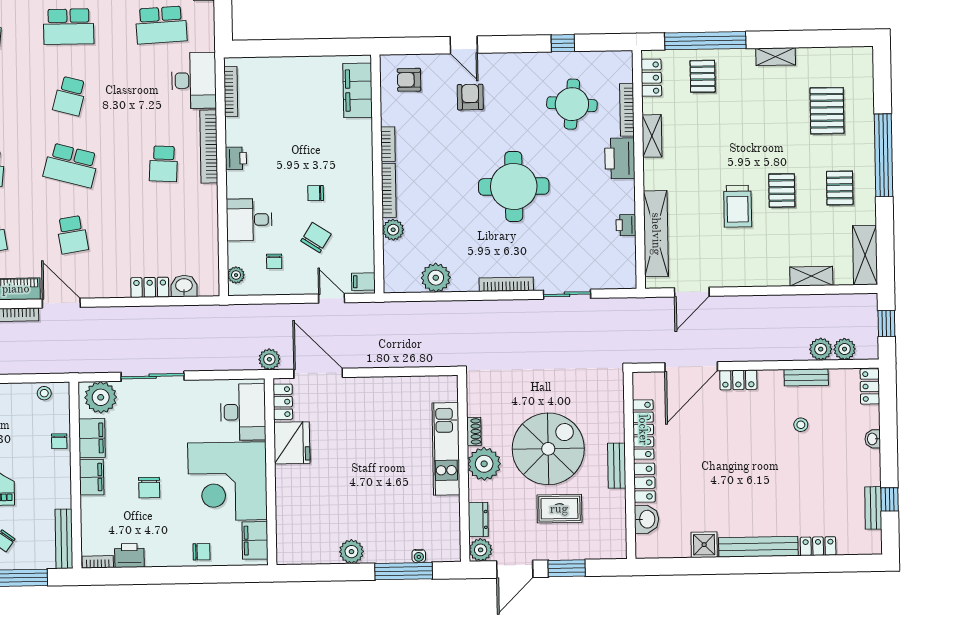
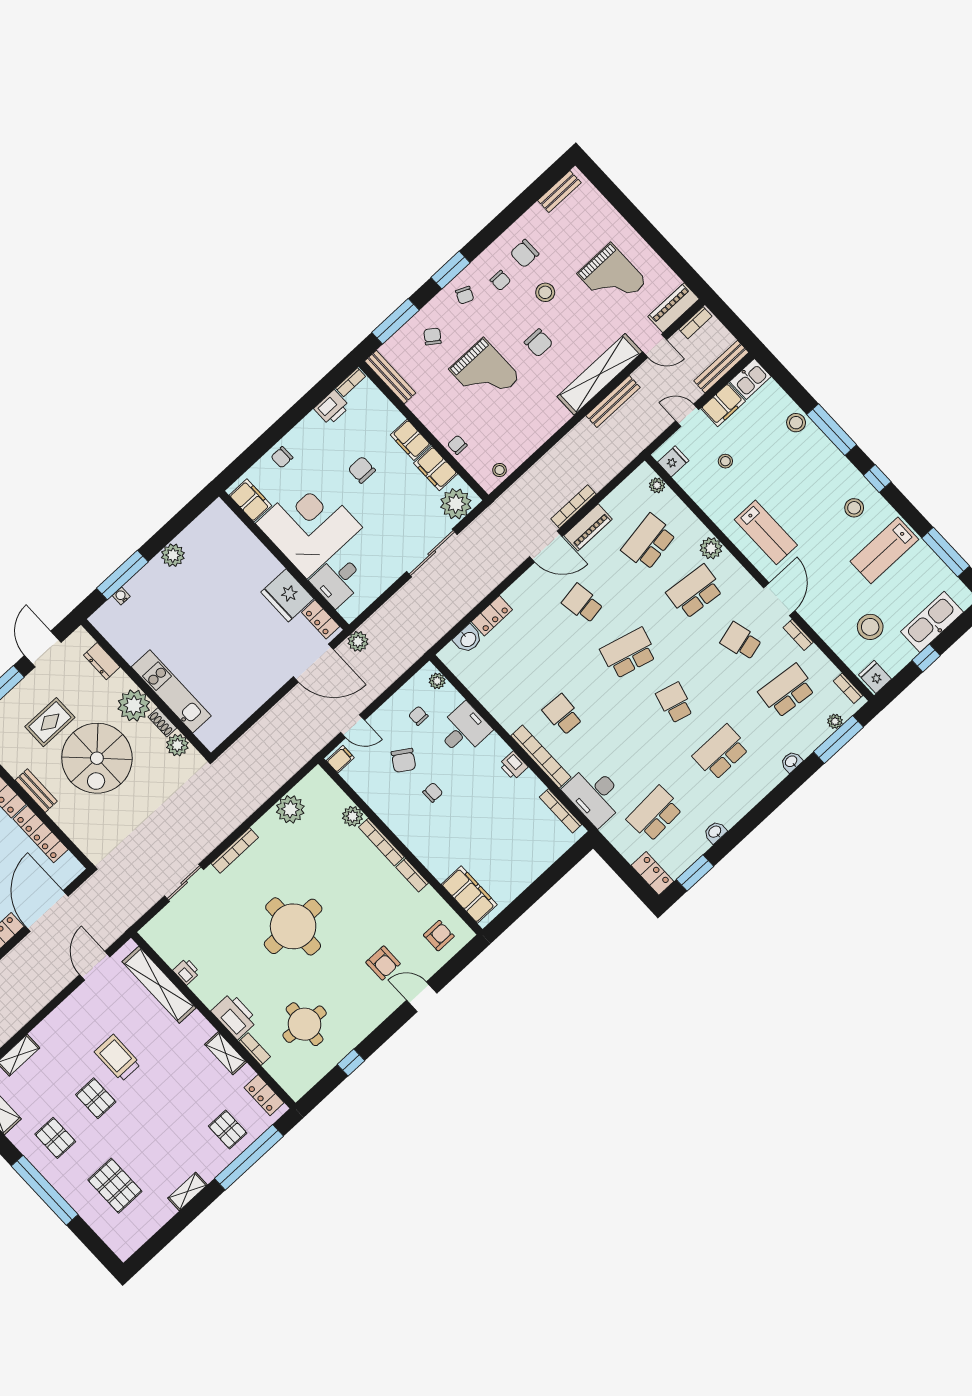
bookcase: (627, 110) -> (255, 1049), width x0.64
desk: (243, 412) -> (338, 580), width x0.73
plant: (481, 550) -> (177, 745), moved

